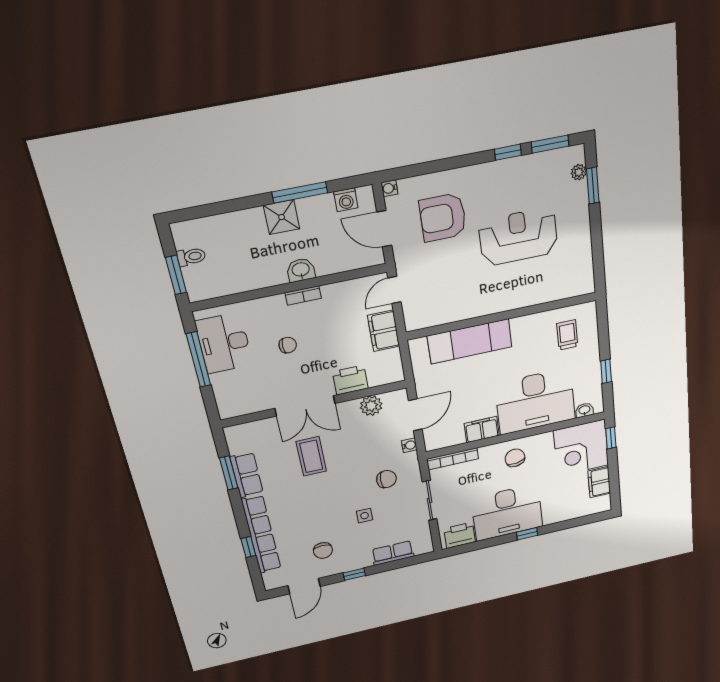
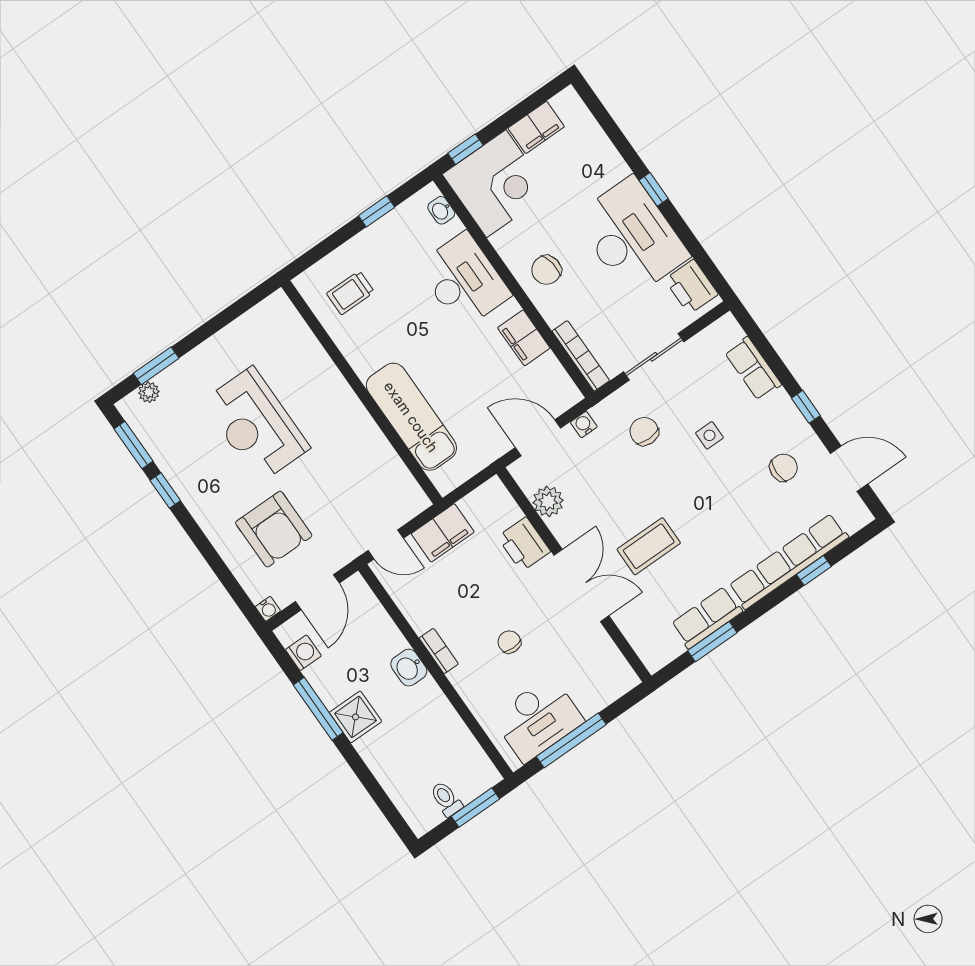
desk: (535, 401) -> (464, 280), width x0.73, depth x0.77

